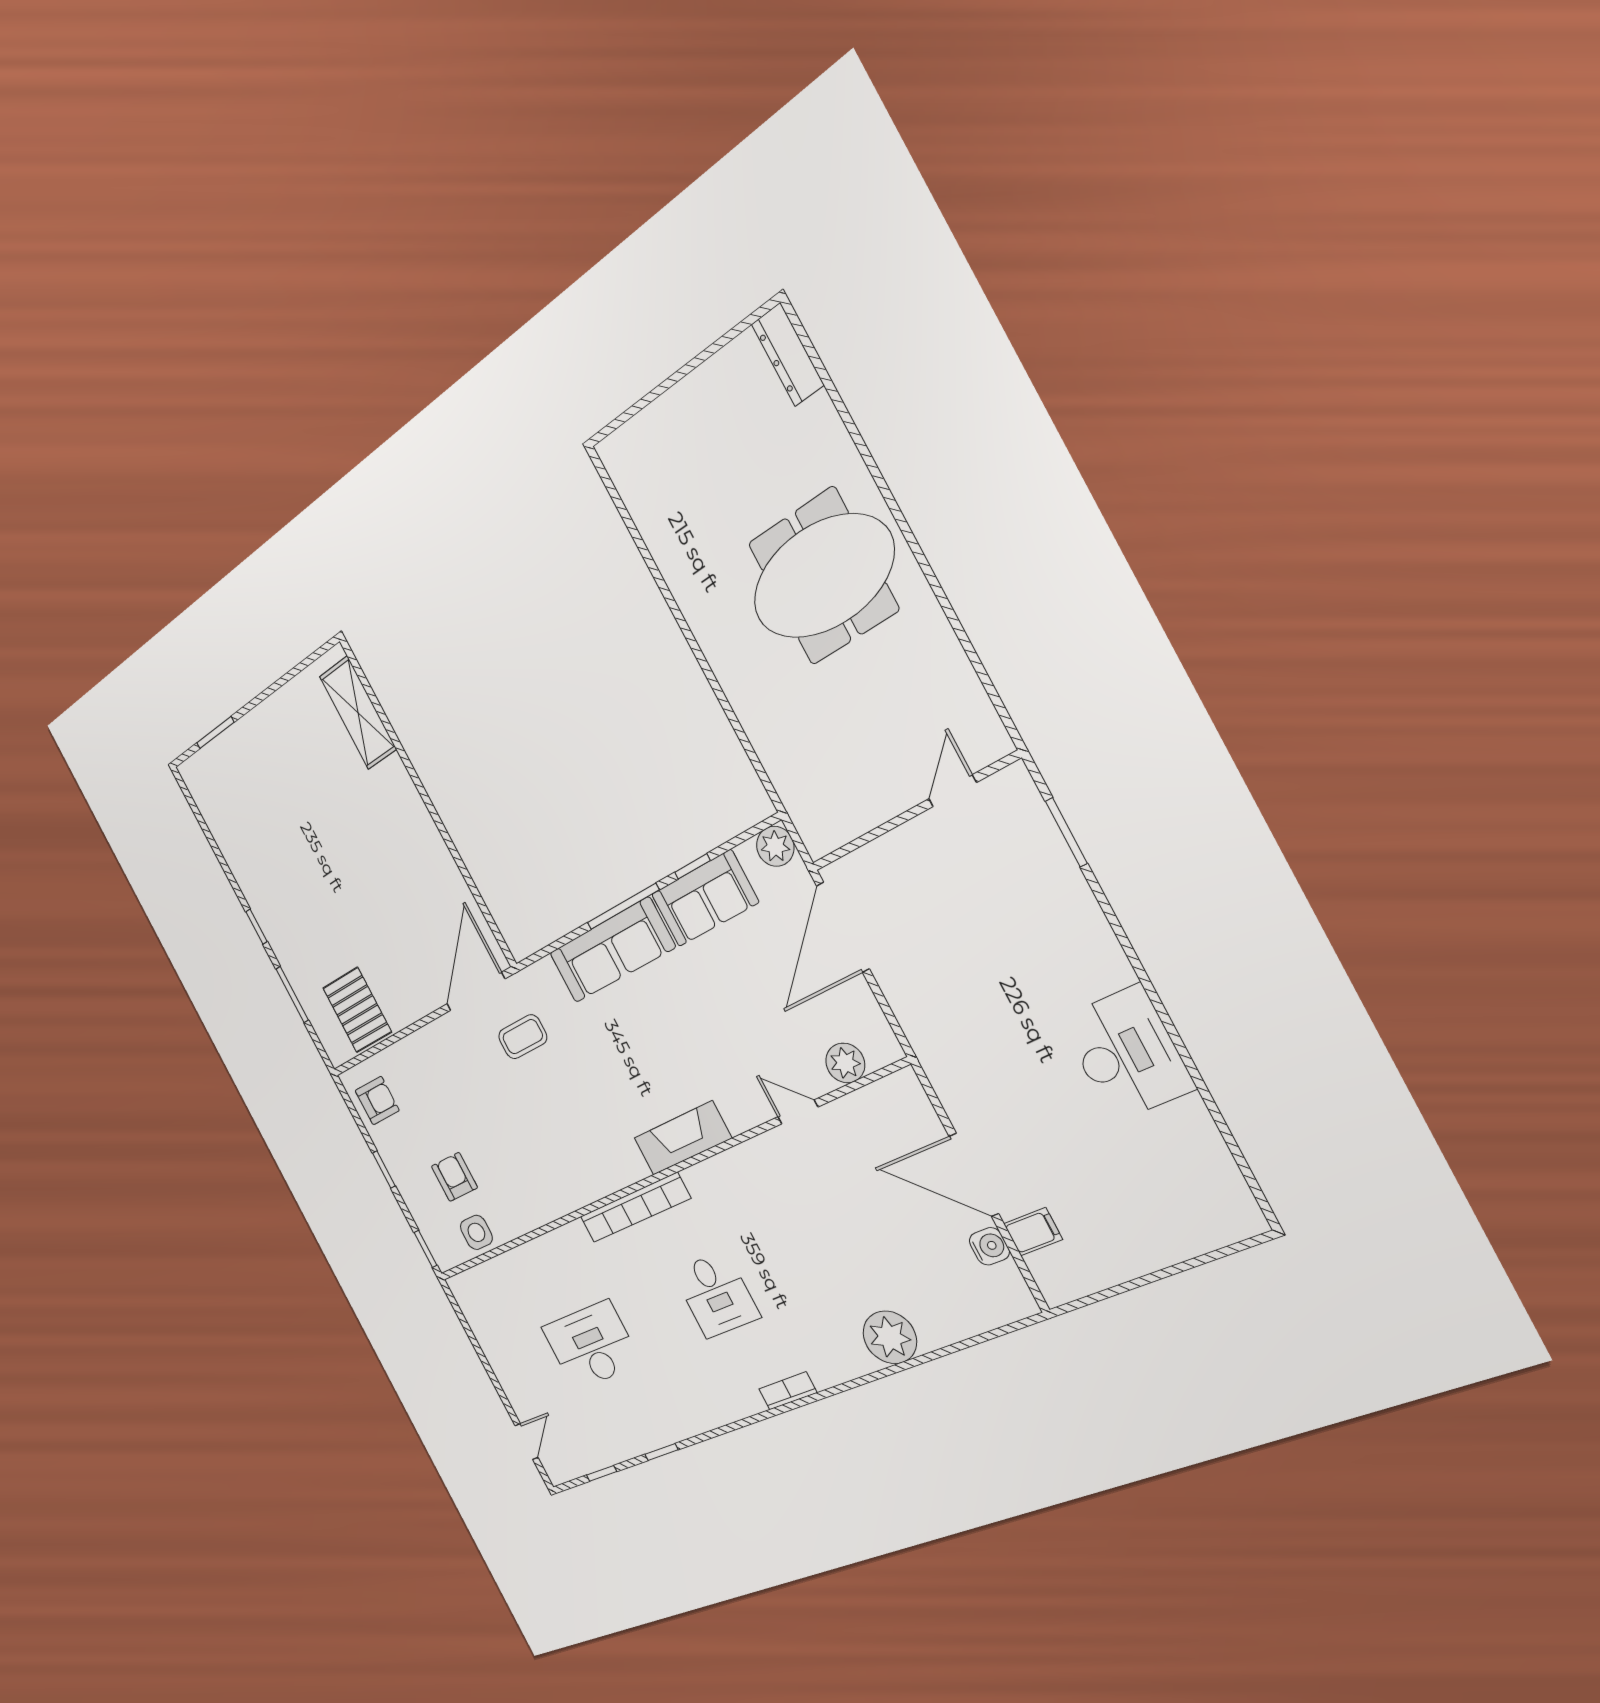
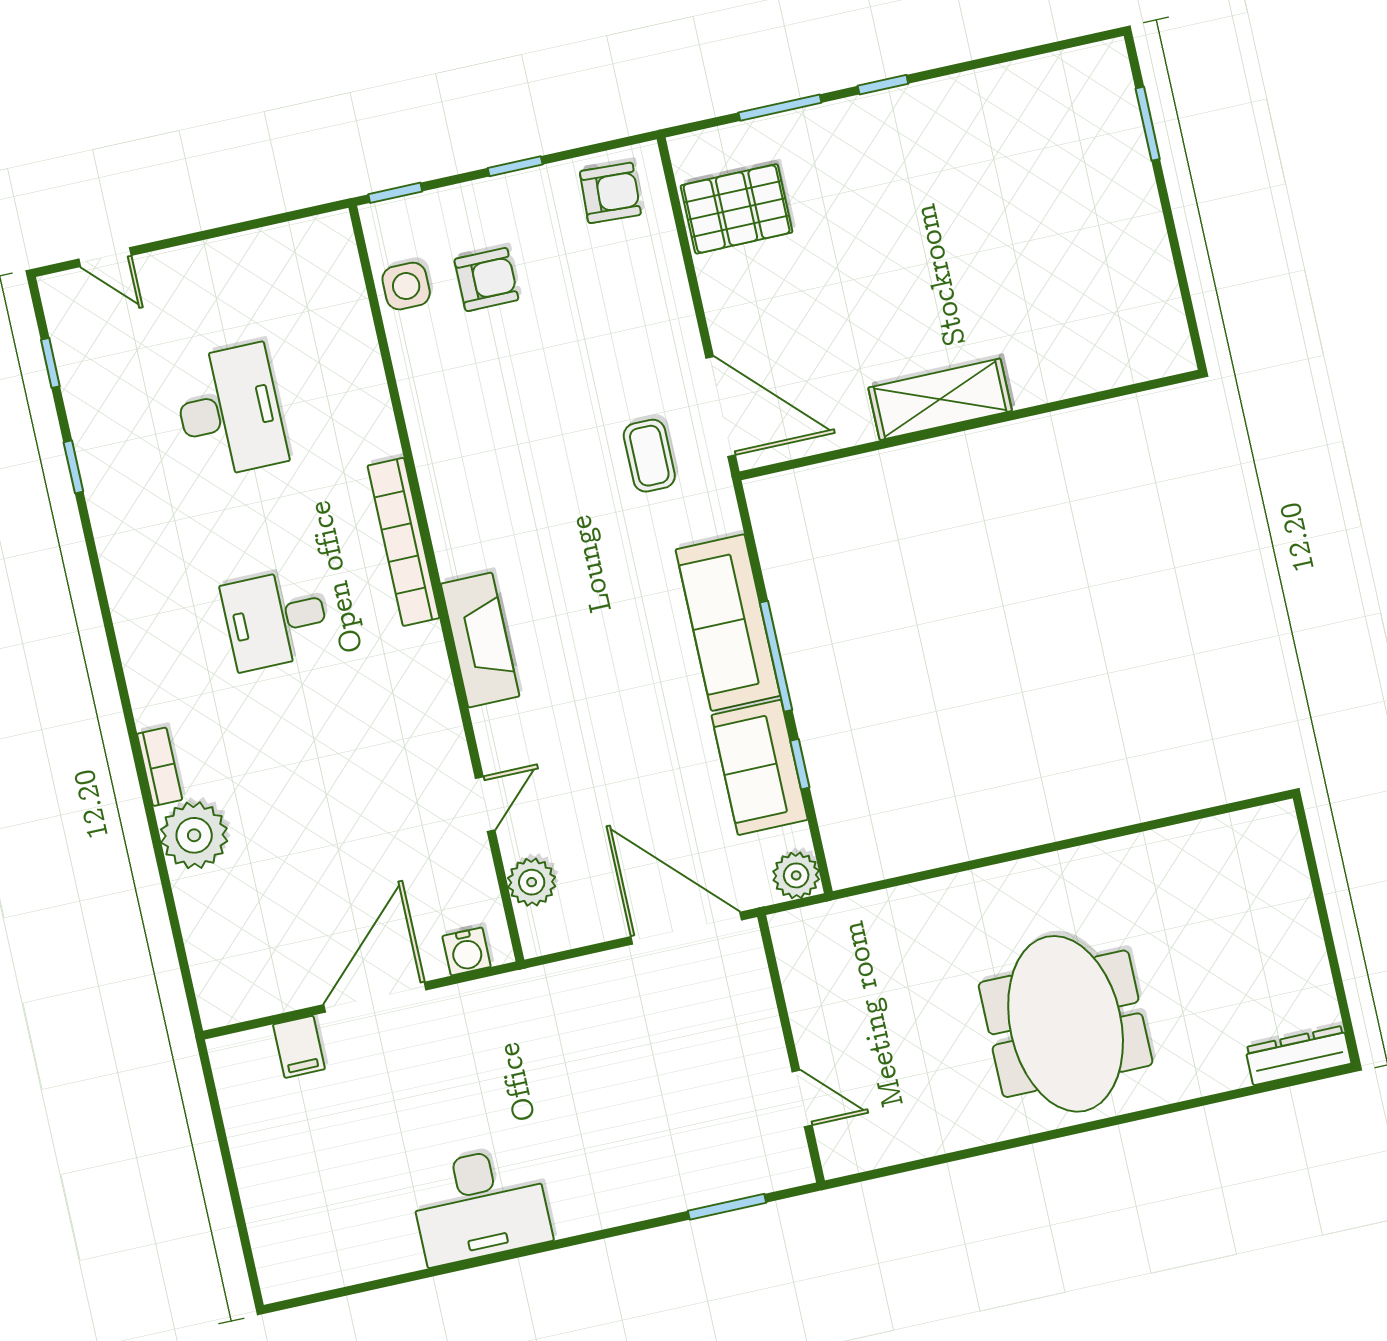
shelving: (358, 713) -> (940, 399), moved
armchair: (377, 1101) -> (610, 193), turned -87
water cooler: (989, 1246) -> (467, 951), moved
bookcase: (788, 1391) -> (160, 767), moved

